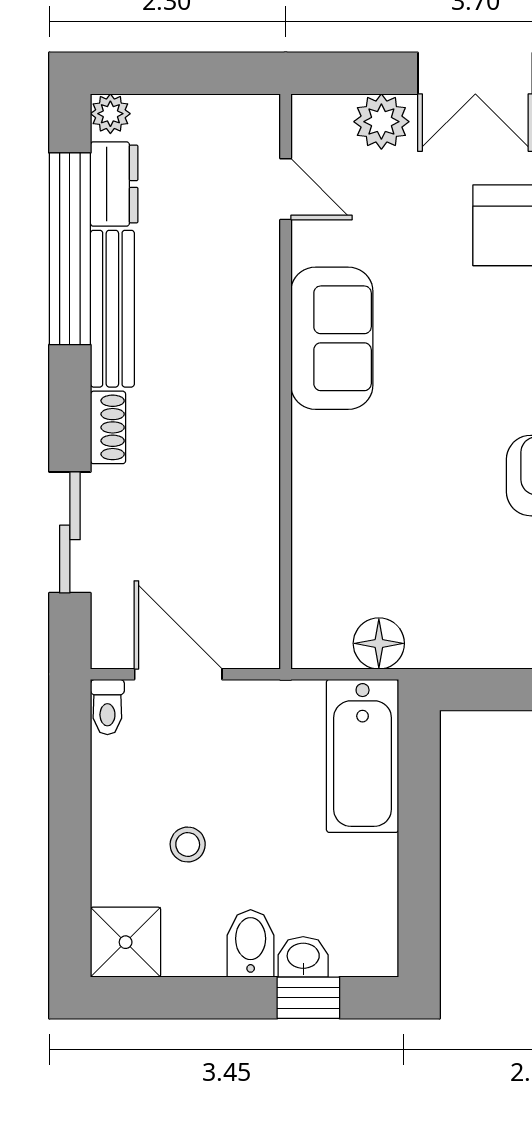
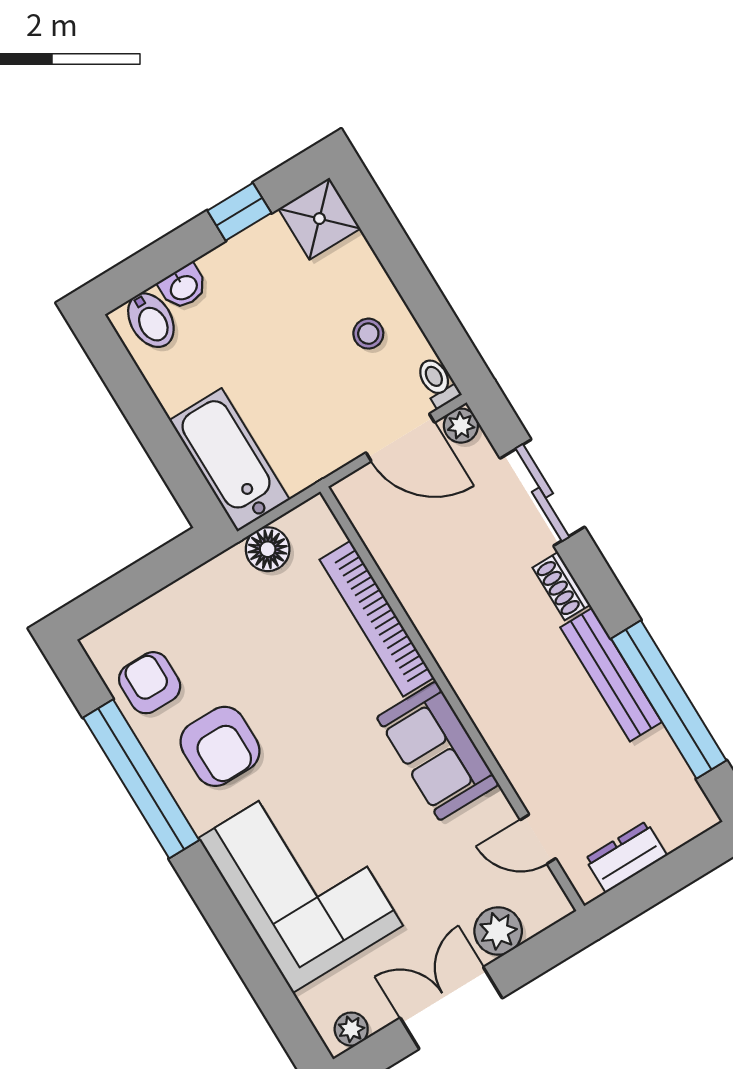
plant: (110, 114) -> (461, 426), moved
dresser: (114, 184) -> (626, 857), moved, turned 90
bookcase: (312, 508) -> (377, 619), added
stool: (188, 844) -> (368, 334), moved
bidet: (251, 943) -> (151, 320), moved
window: (308, 998) -> (239, 212), moved

